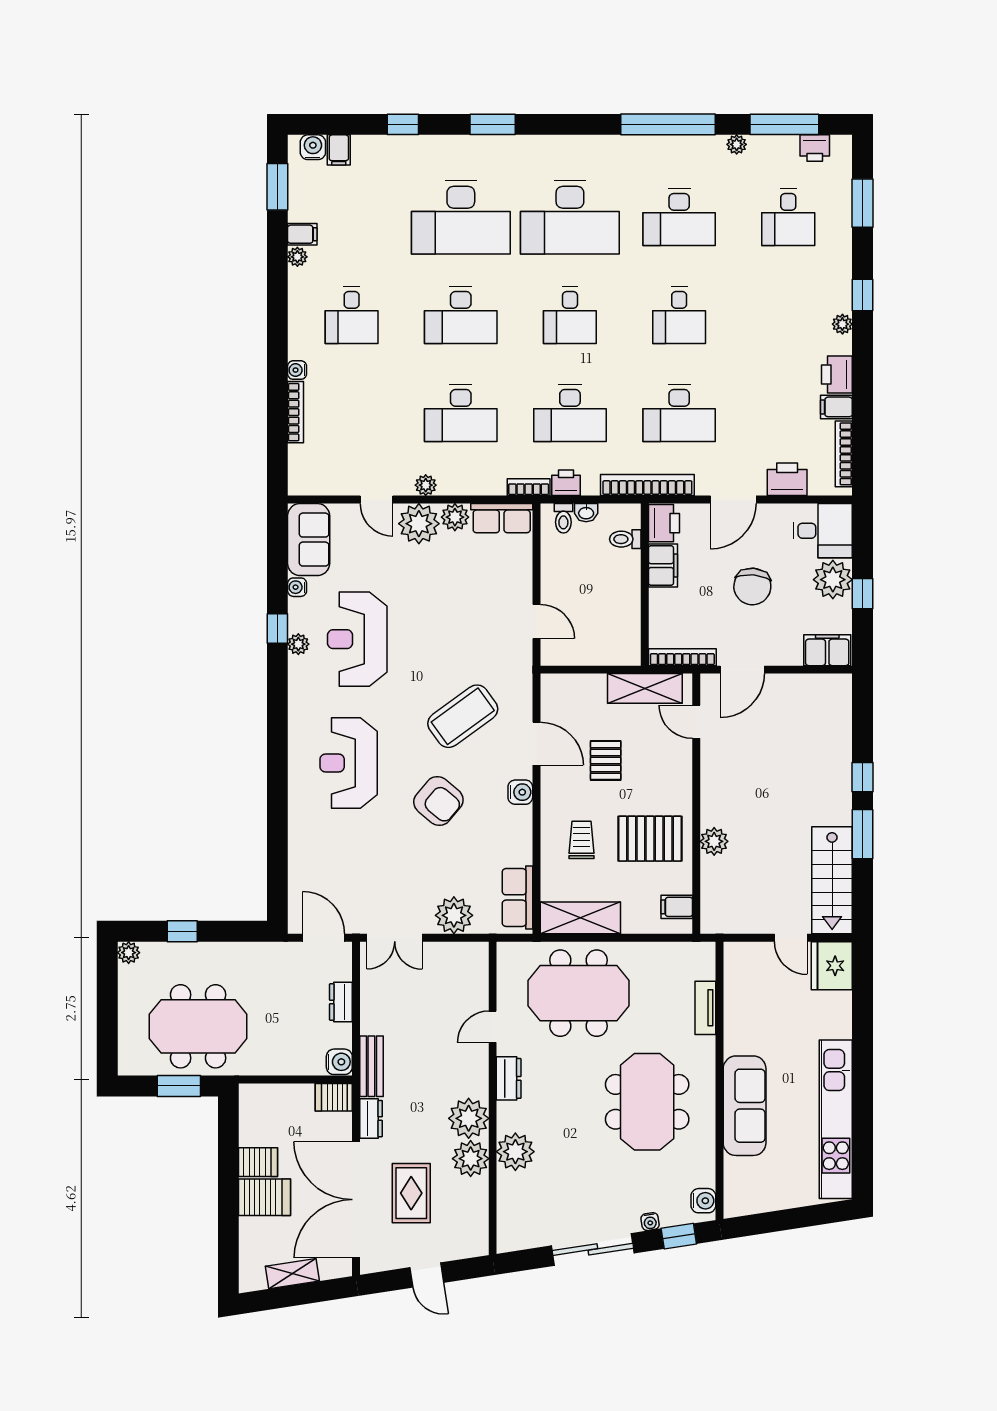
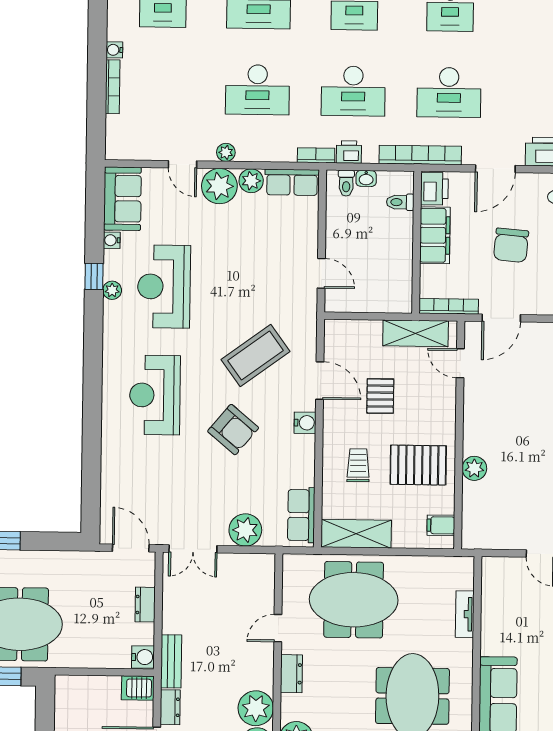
filing cabinet: (663, 566) -> (435, 235), width x1.50, depth x1.17

